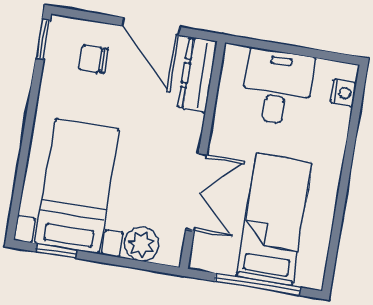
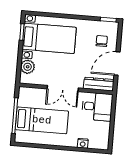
desk: (277, 87) -> (97, 107), moved
nightstand: (343, 93) -> (83, 143), moved
double door: (196, 192) -> (63, 88), moved

